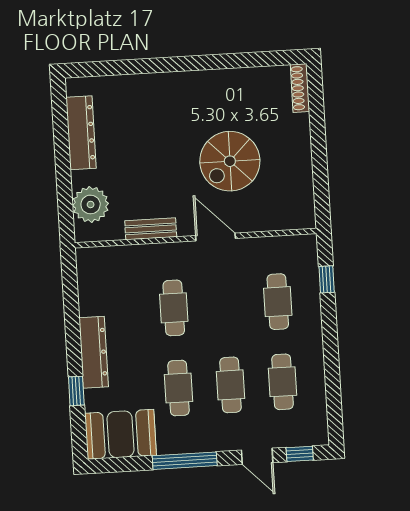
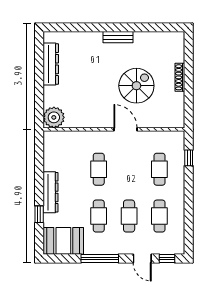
shoe rack: (300, 88) -> (180, 77), moved
spiral stairs: (230, 161) -> (136, 86), turned 180
plant: (91, 204) -> (54, 117), moved
bench: (151, 229) -> (118, 37), moved

